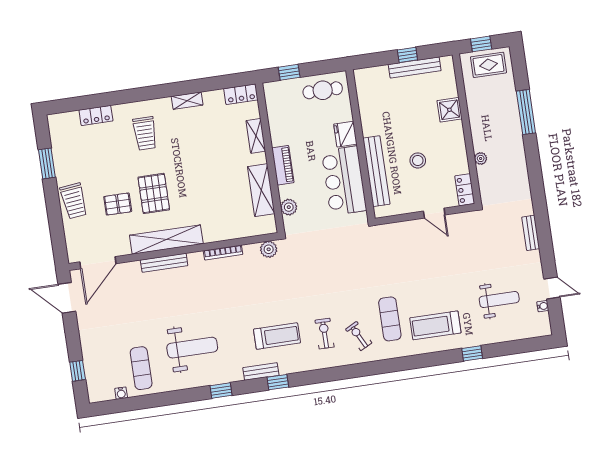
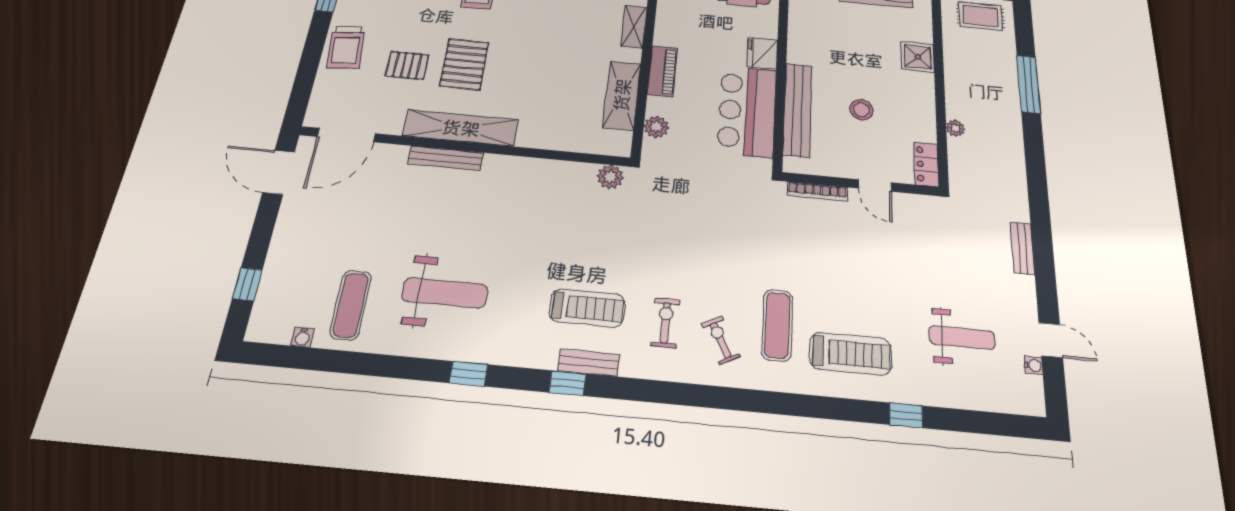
bookcase: (223, 252) -> (817, 192), moved
treadmill: (435, 325) -> (851, 354), turned 180
bench: (261, 371) -> (589, 363), moved

